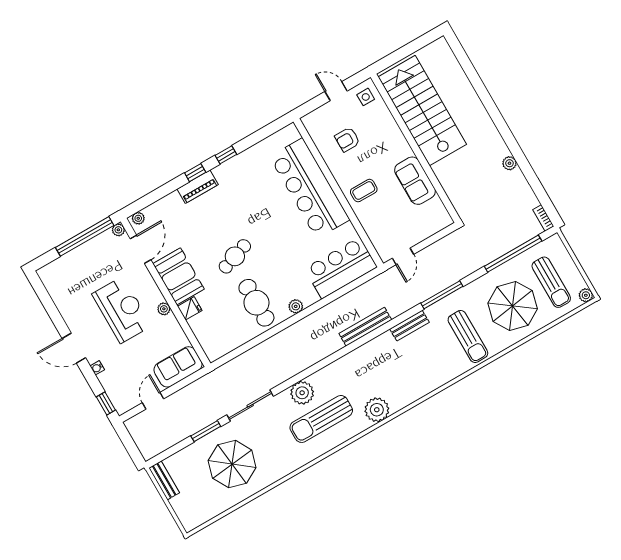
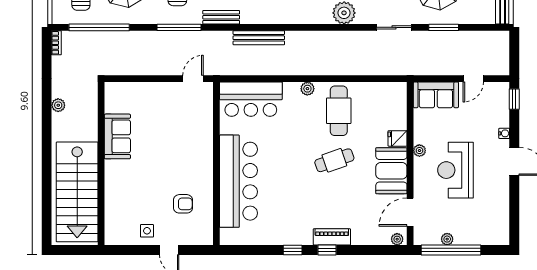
stairs: (422, 110) -> (77, 192), moved
wall: (416, 148) -> (101, 163), moved
sofa: (415, 181) -> (117, 136), moved
coffee table: (364, 191) -> (194, 153), removed
plant: (118, 230) -> (447, 239), moved
sliding door: (250, 406) -> (394, 27), width x0.73

